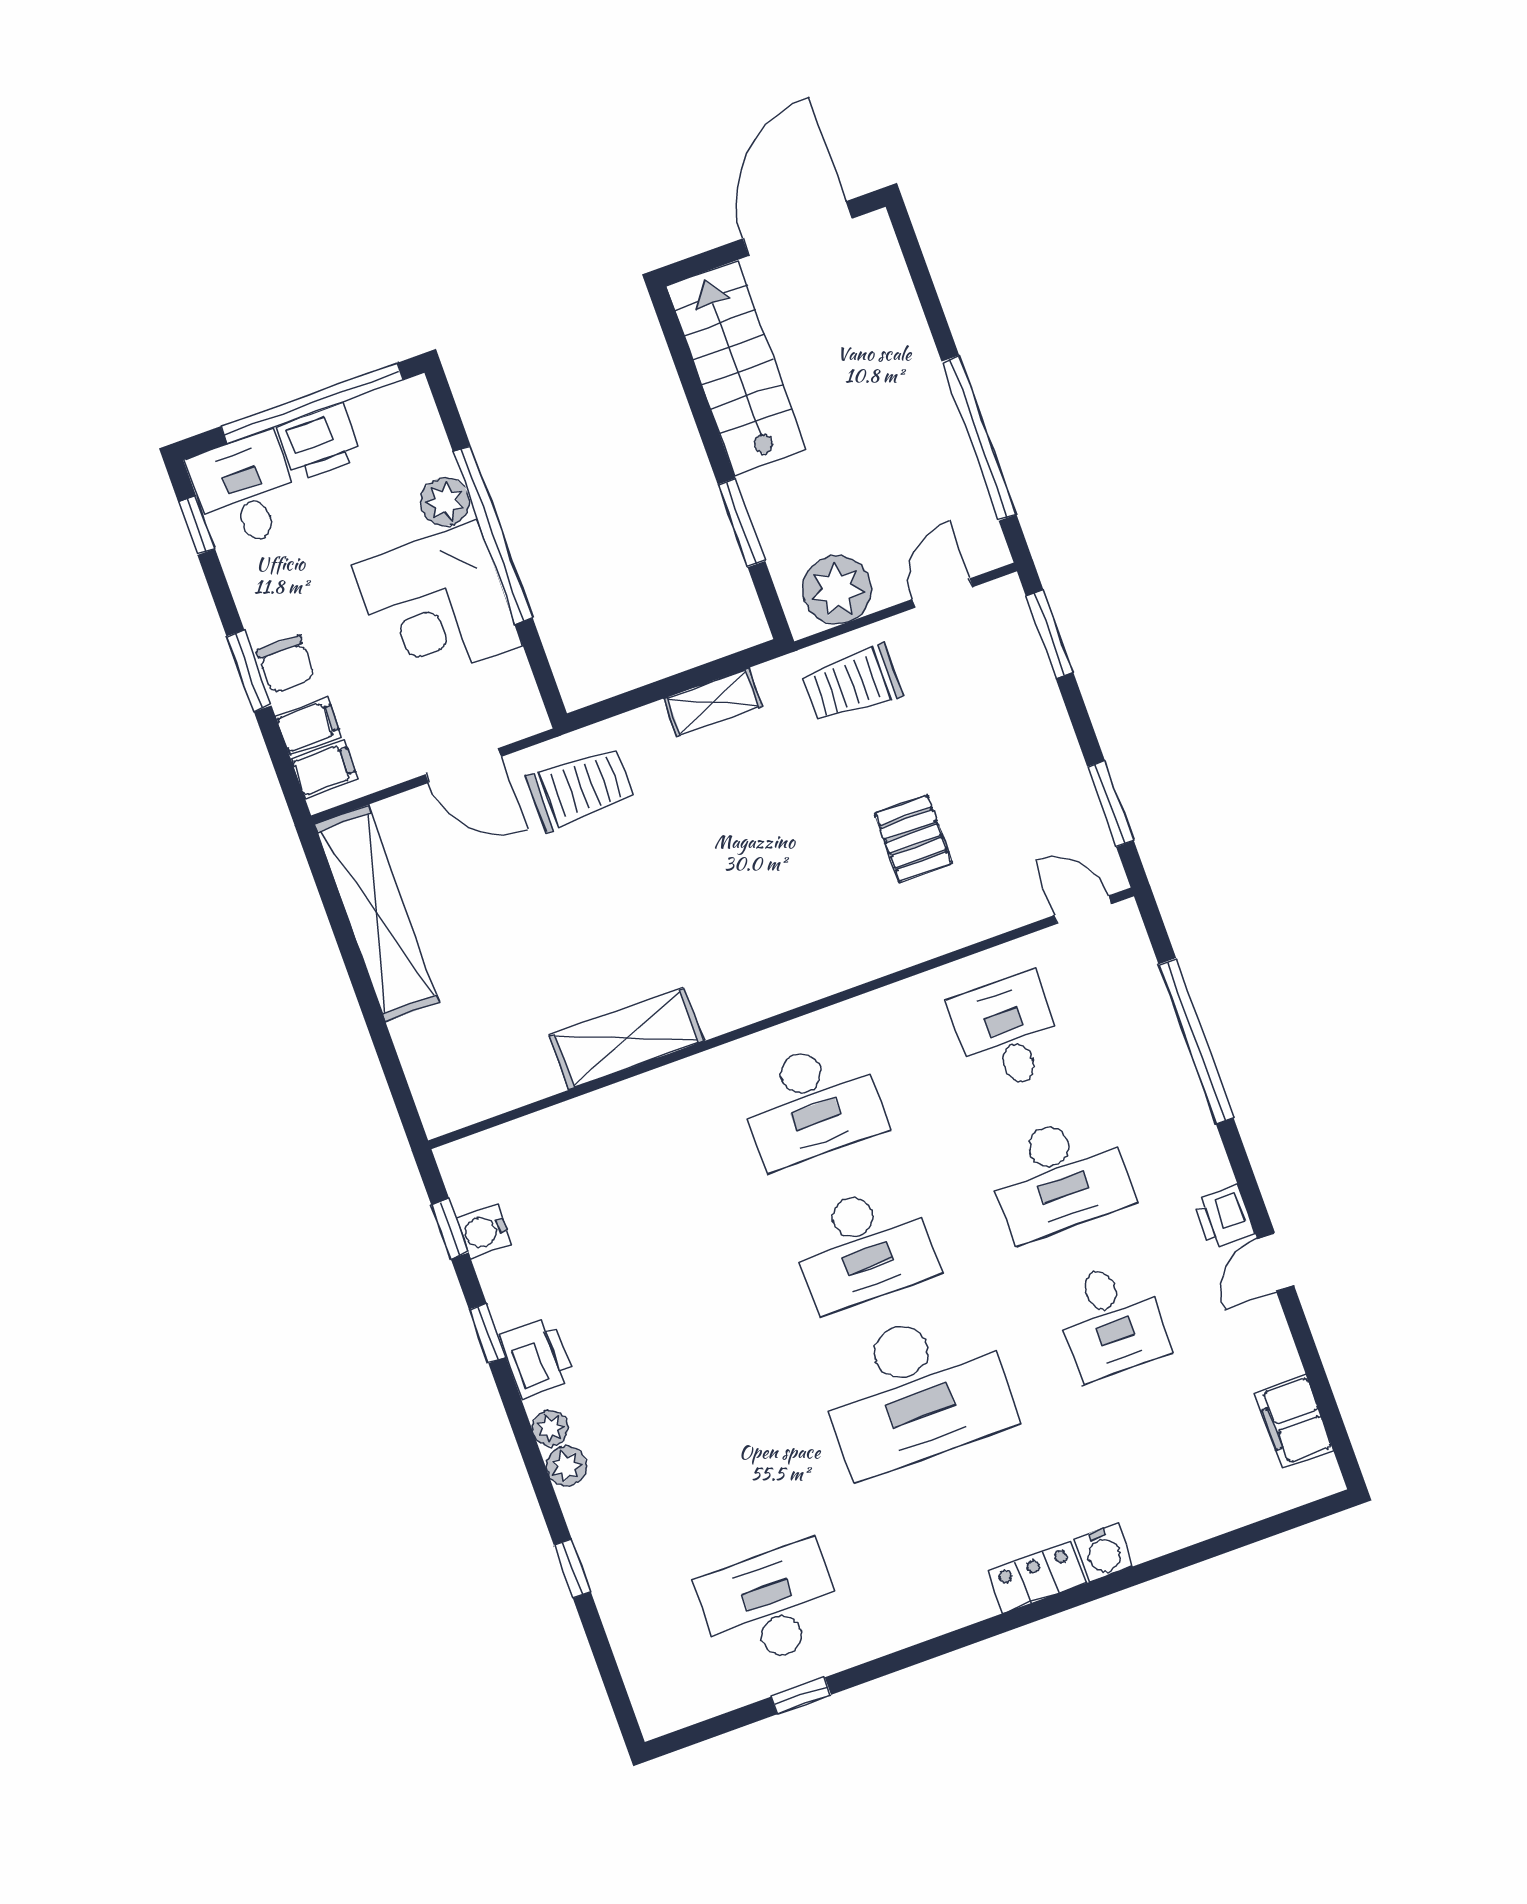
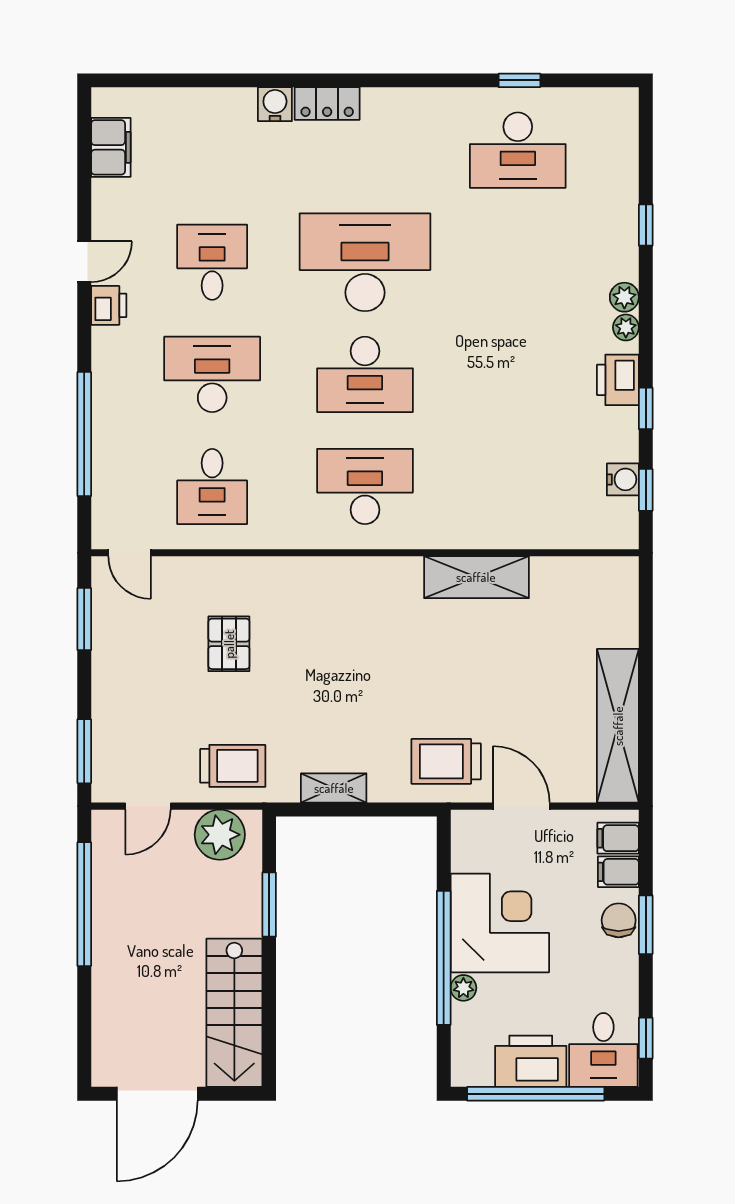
printer: (319, 442) -> (531, 1061), width x1.37, depth x1.19
plant: (445, 502) -> (463, 988), width x0.73, depth x0.73
desk: (863, 1247) -> (365, 374), turned 180

